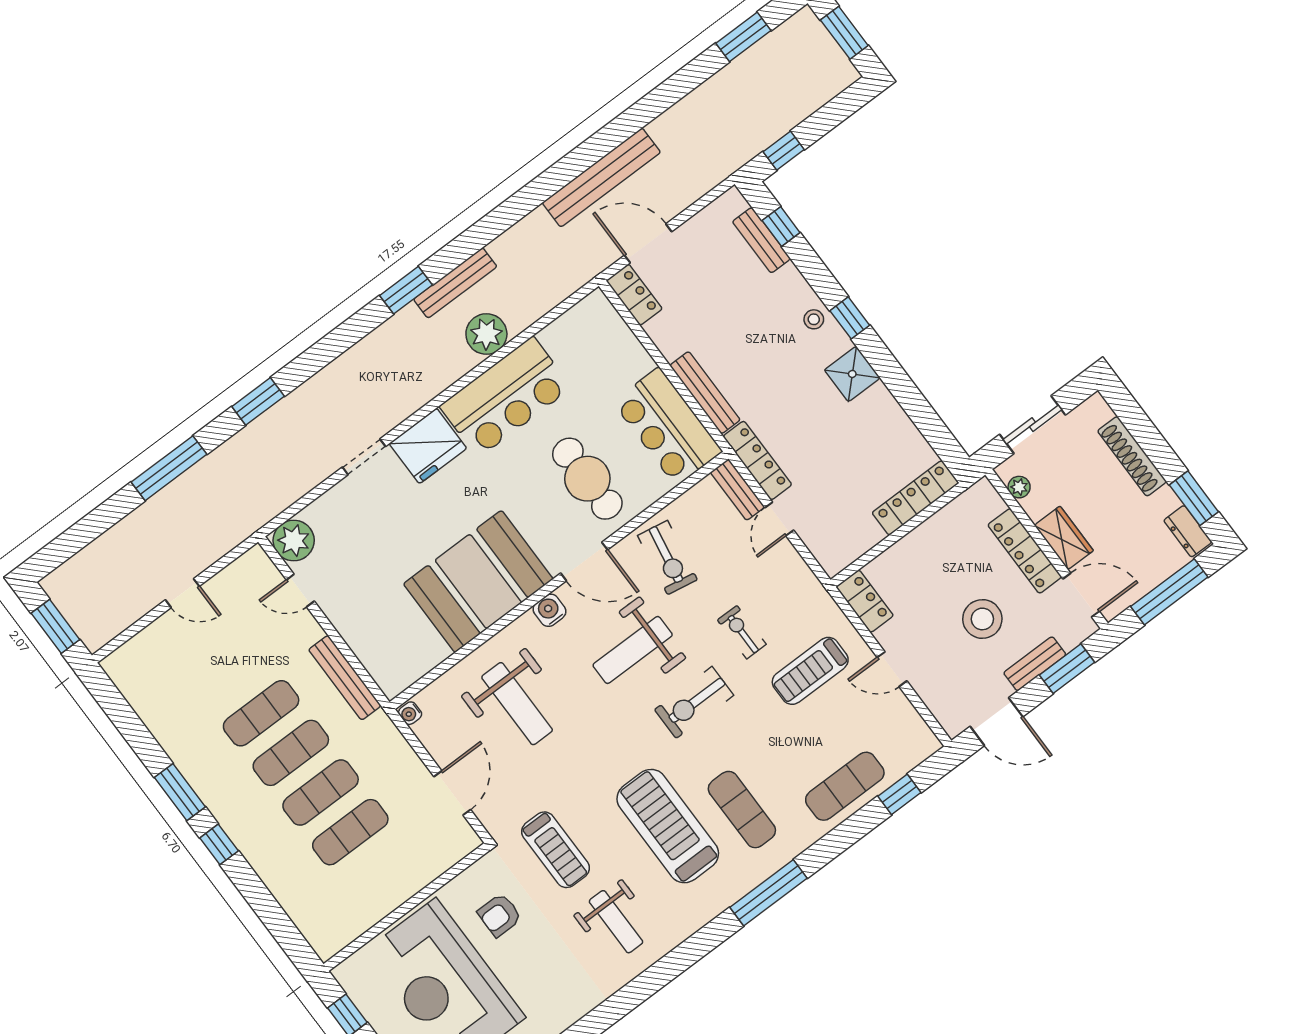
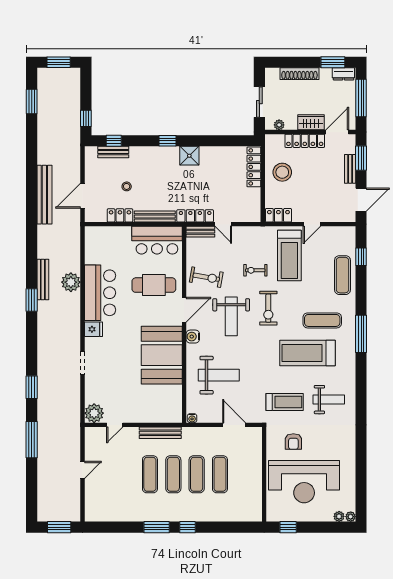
locker: (634, 295) -> (120, 215), moved
stool: (814, 319) -> (127, 186), moved
fridge: (428, 446) -> (93, 329), width x0.53, depth x0.75
stool: (982, 619) -> (282, 172), moved
treadmill: (810, 671) -> (289, 255), width x1.37, depth x1.38

